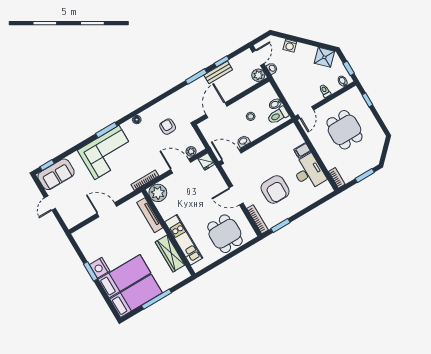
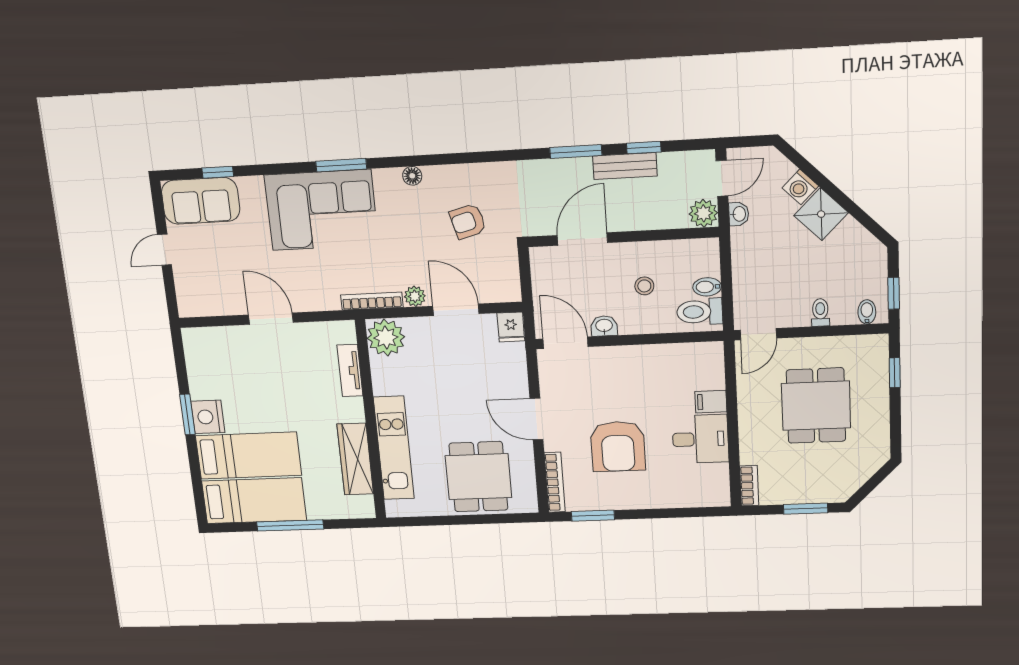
shower: (324, 57) -> (821, 214), moved
armchair: (168, 127) -> (468, 221), turned -105
plant: (191, 151) -> (415, 296), moved
window: (47, 165) -> (218, 172), moved
desk: (309, 172) -> (700, 439), width x0.73
tv unit: (150, 215) -> (350, 371), width x0.71

